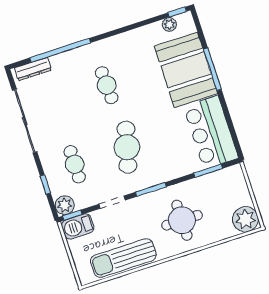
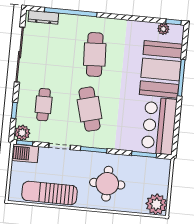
cafe table: (107, 85) -> (95, 55), width x1.37, depth x1.35
cafe table: (127, 147) -> (89, 109), turned -30

